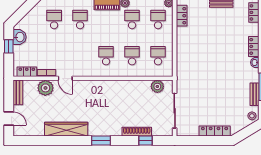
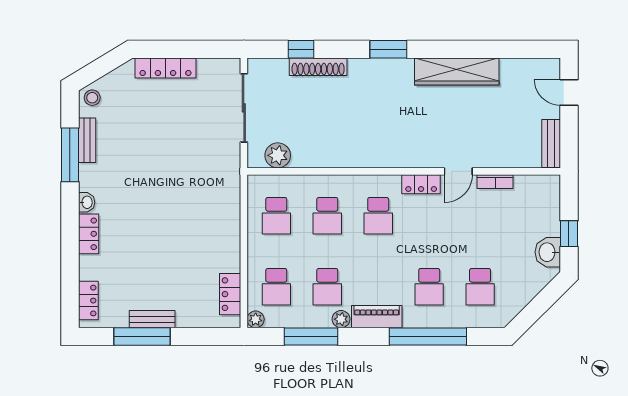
locker: (27, 72) -> (421, 184), moved
door: (65, 78) -> (458, 171), swing flipped
plant: (45, 88) -> (497, 152), removed

